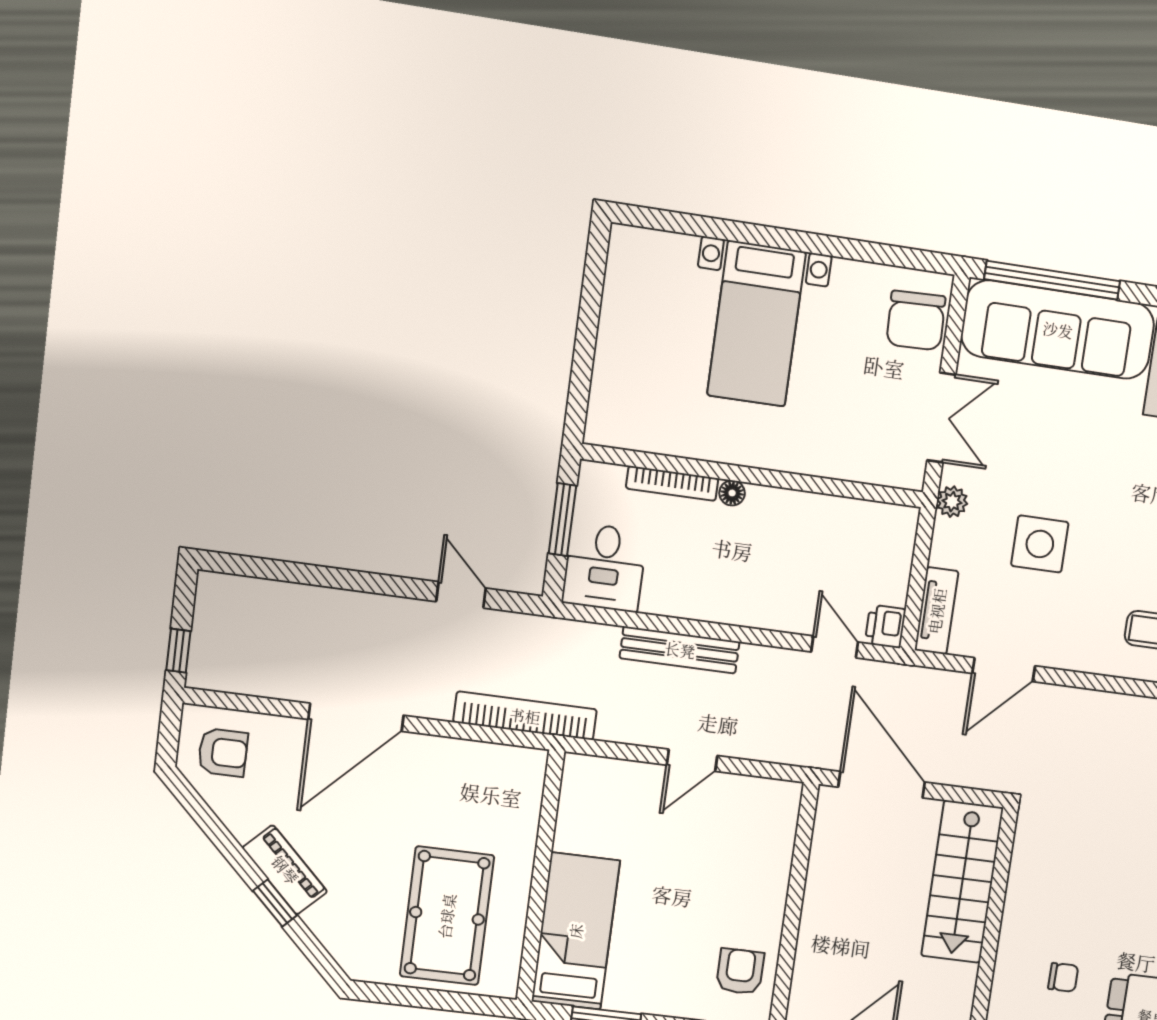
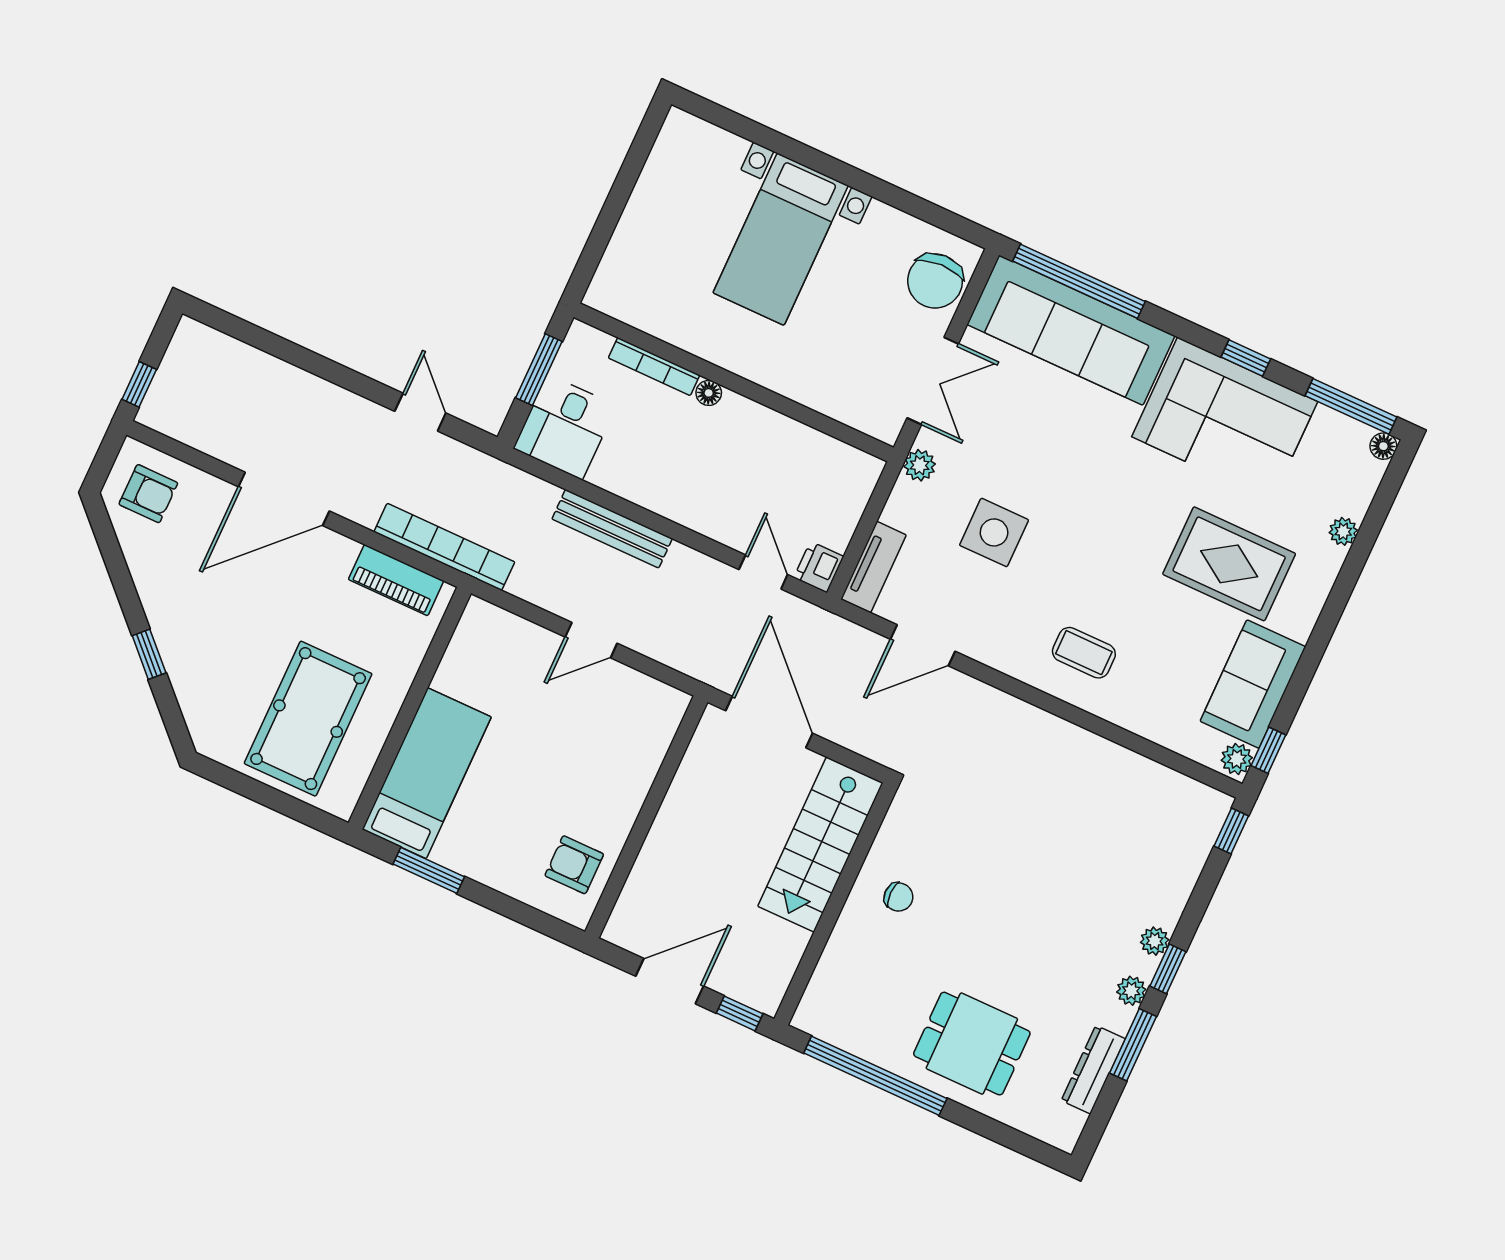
piano: (285, 870) -> (396, 580), moved, turned 135
armchair: (740, 971) -> (574, 865), turned -90
chair: (1063, 977) -> (898, 897), moved

